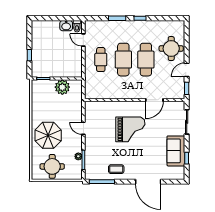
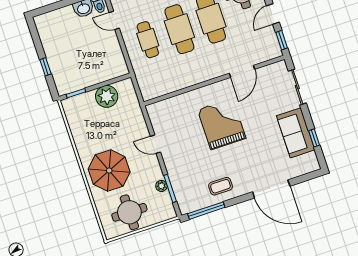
grand piano: (130, 129) -> (222, 124), turned -90

